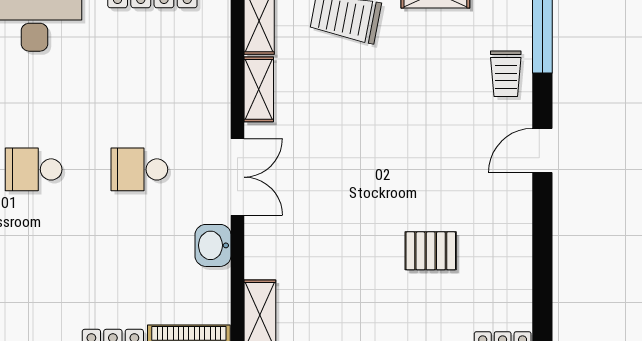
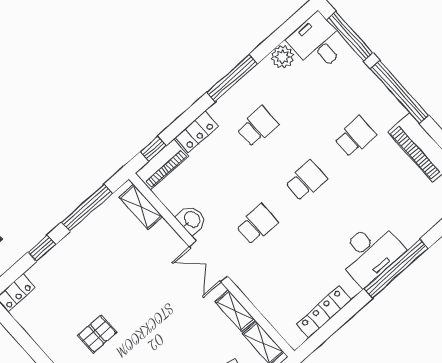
pallet: (431, 251) -> (97, 334), moved
school desk: (34, 286) -> (258, 126), added

